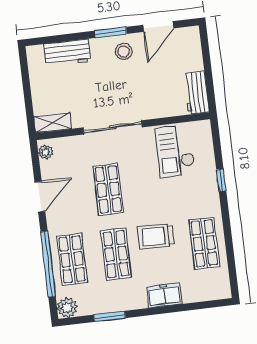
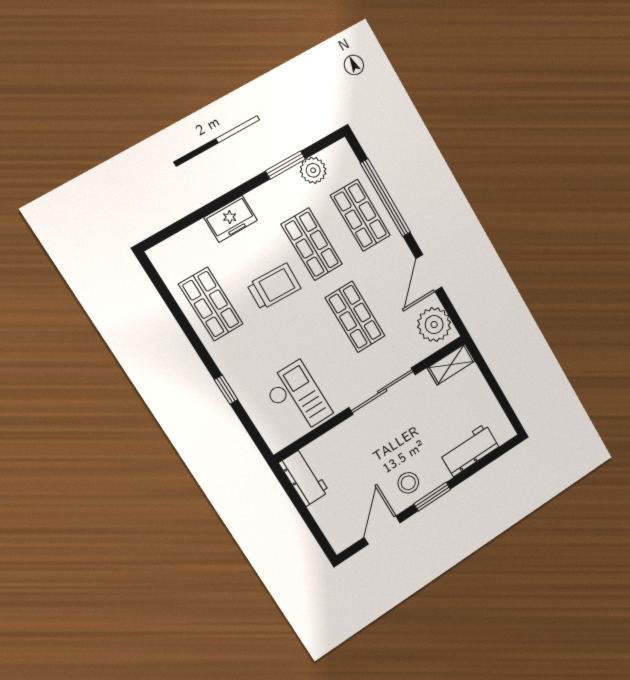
plant: (46, 152) -> (434, 325), width x1.88, depth x1.88
plant: (67, 308) -> (313, 170), moved

